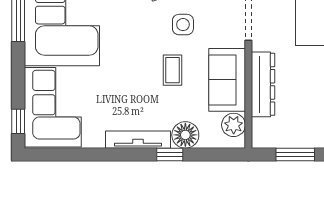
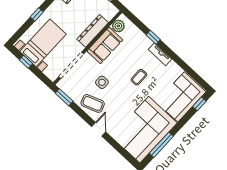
coffee table: (173, 70) -> (139, 77), moved
floor lamp: (185, 135) -> (140, 39), removed
tv unit: (138, 140) -> (160, 54), width x0.71

